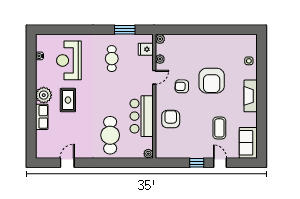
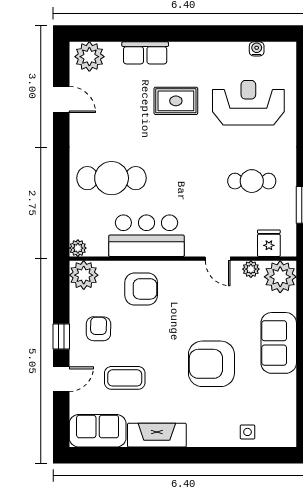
plant: (160, 39) -> (280, 277), width x1.87, depth x1.87
sofa: (200, 44) -> (279, 343), added
armchair: (182, 86) -> (98, 329), moved
plant: (44, 95) -> (89, 57), moved
fireplace: (251, 96) -> (157, 435), moved
plant: (163, 150) -> (84, 275), added

